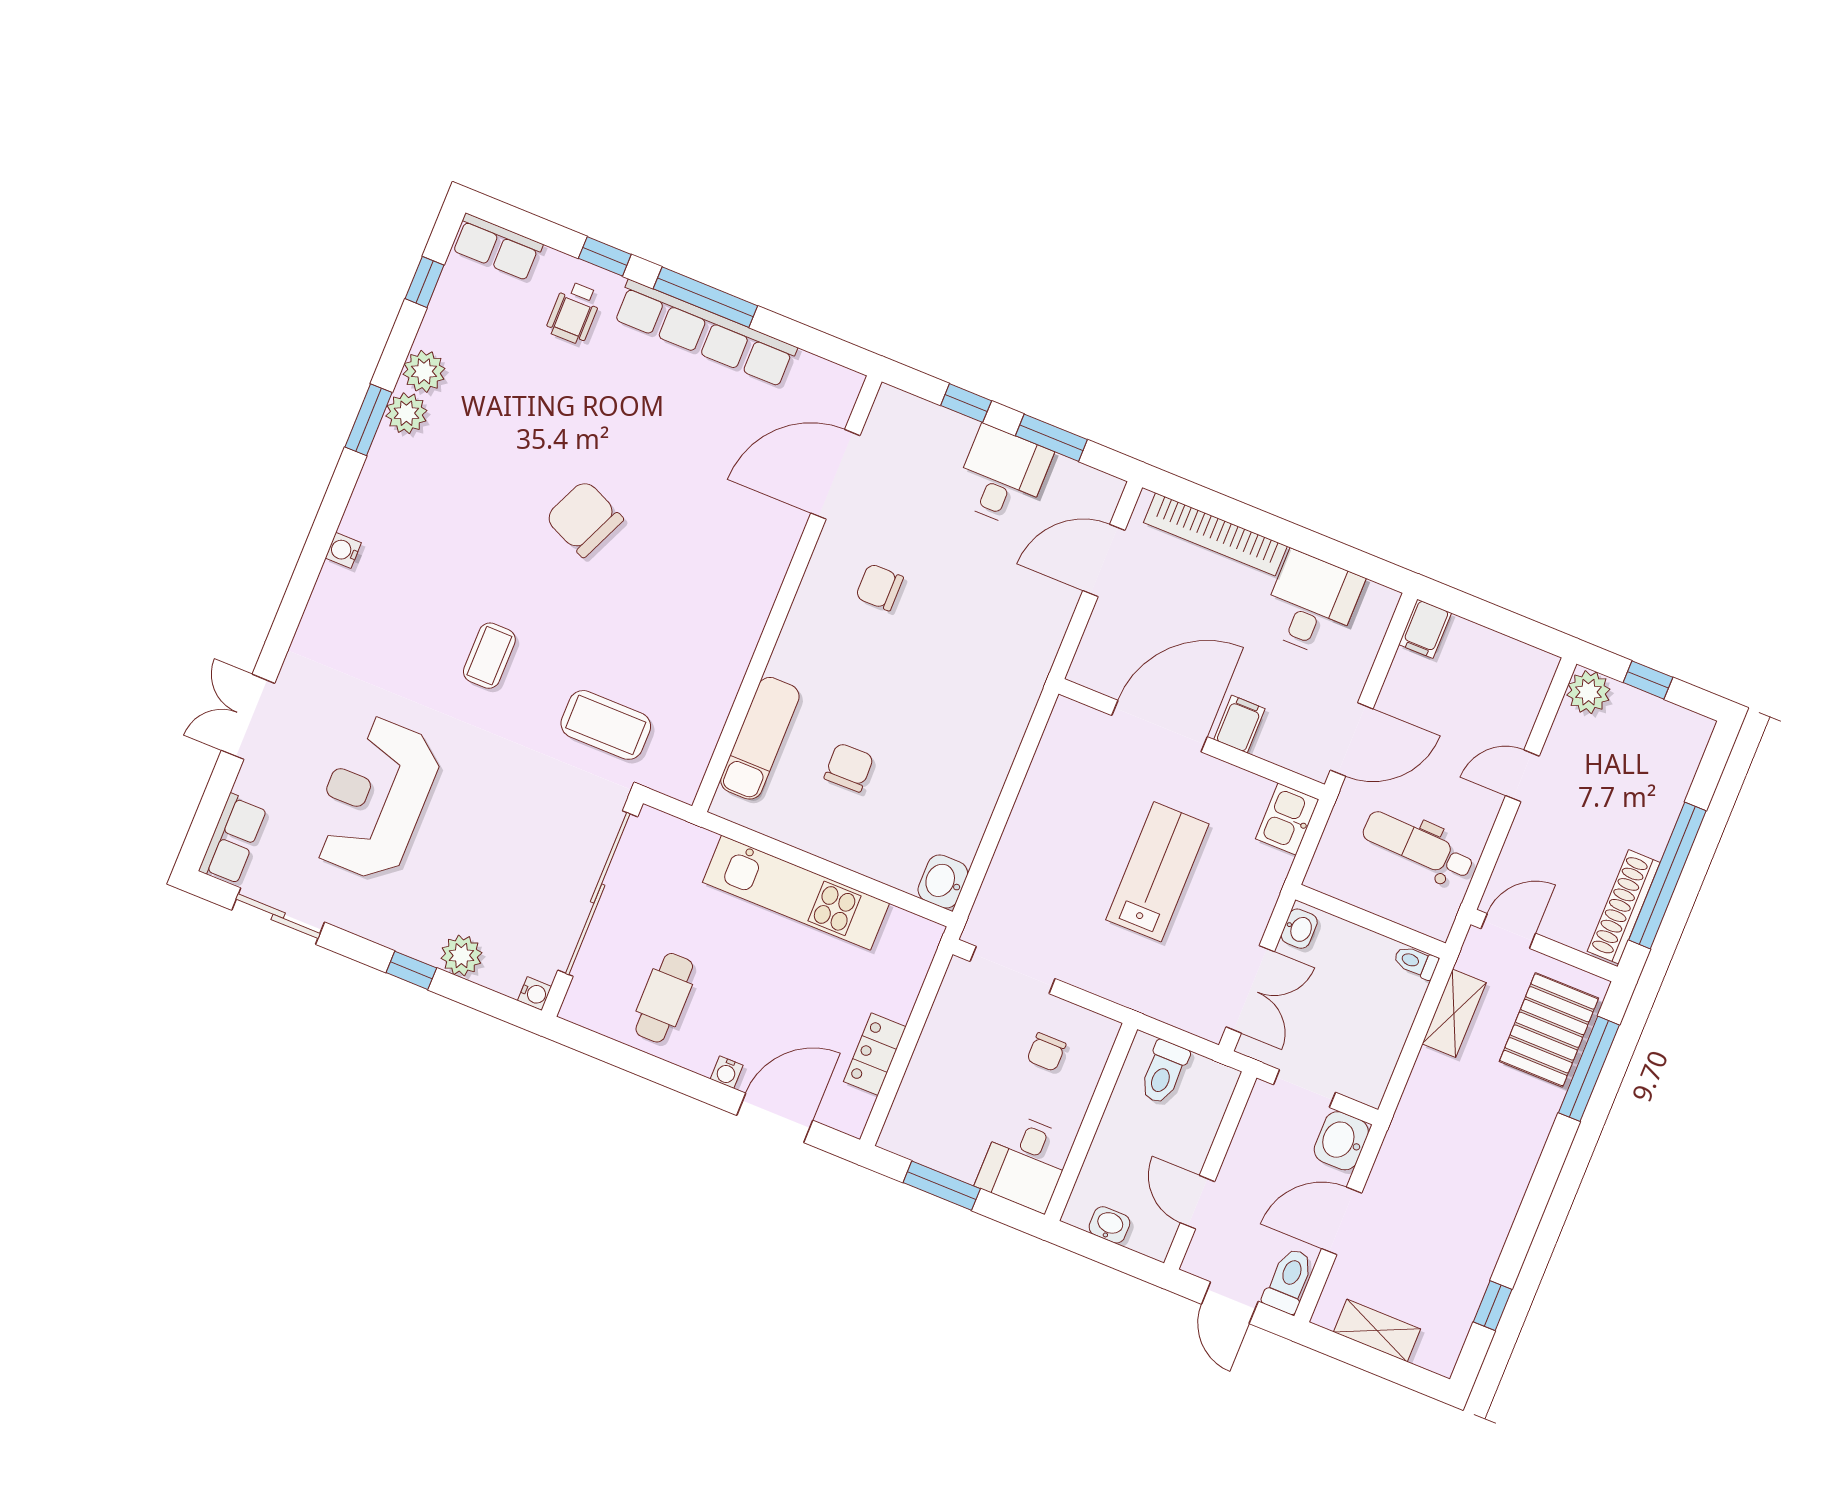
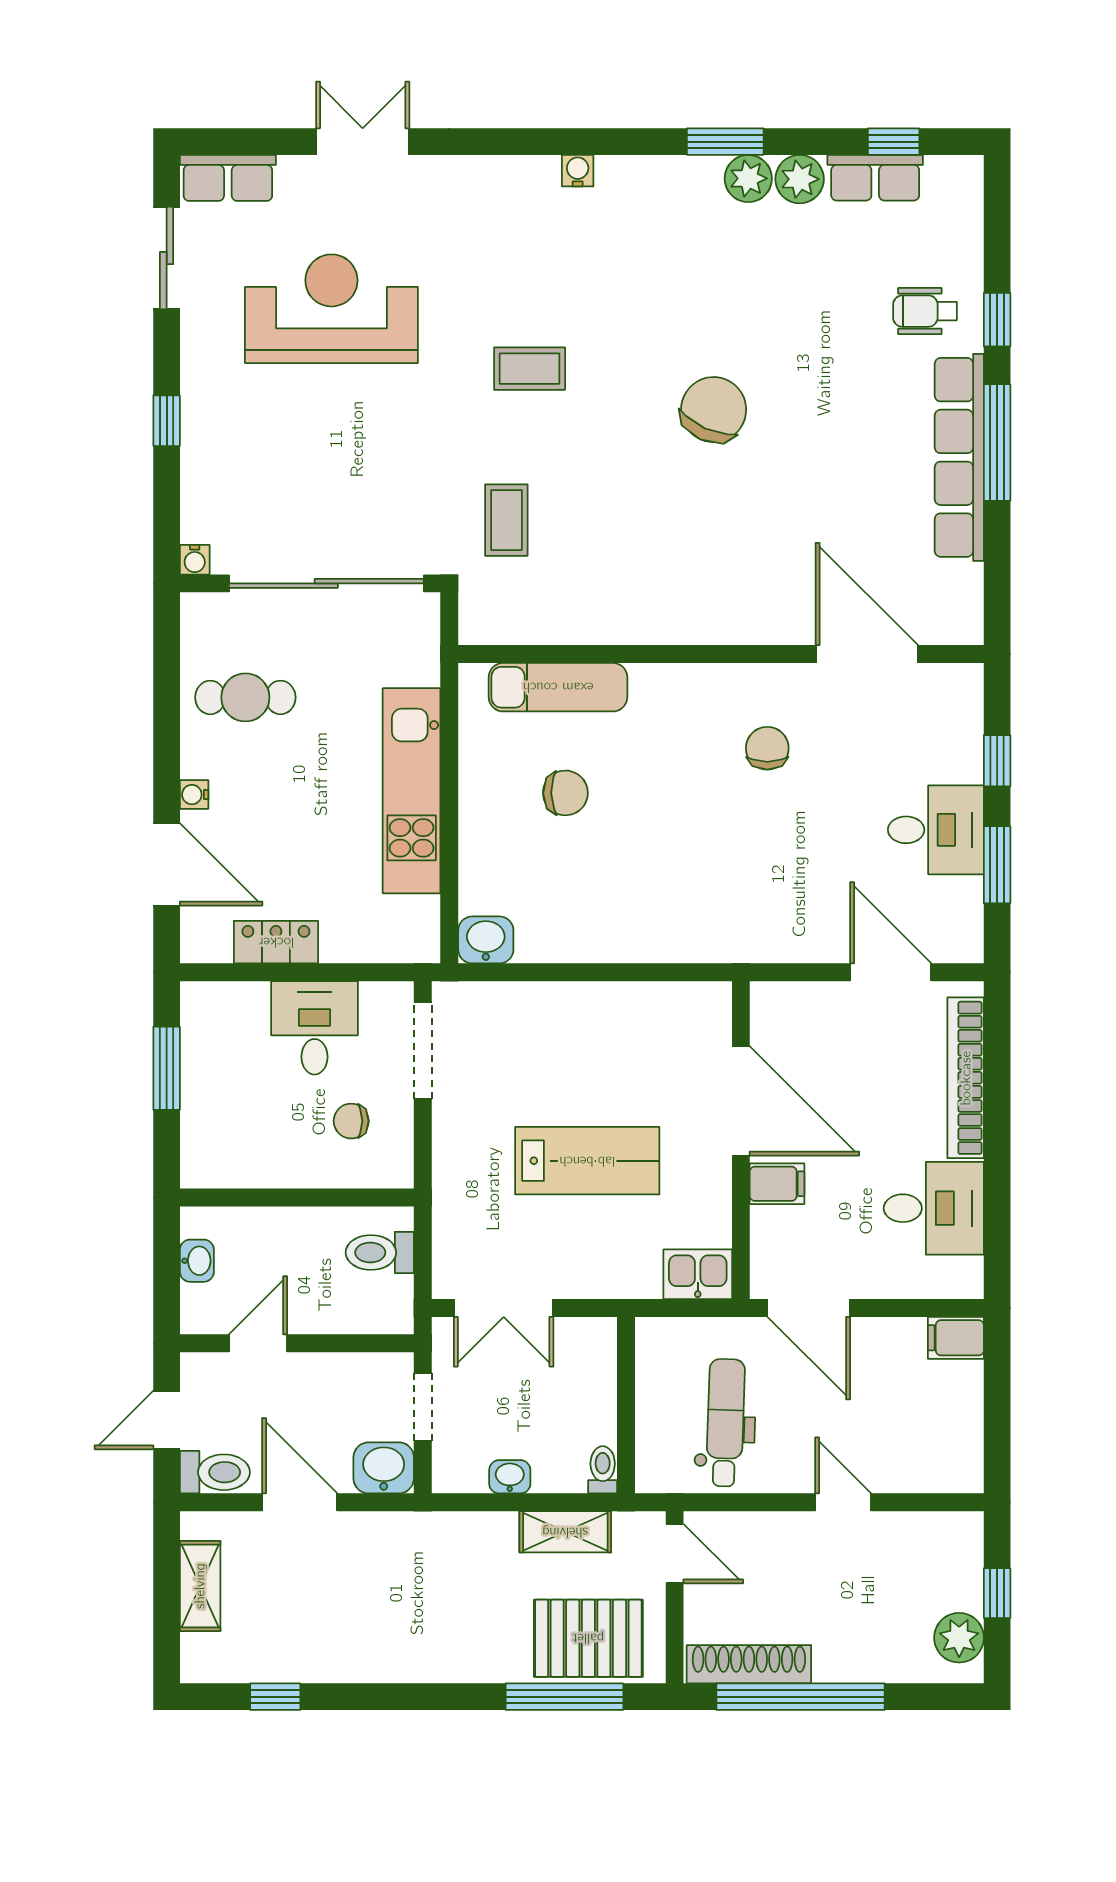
row of seats: (497, 247) -> (875, 178), moved, turned -90
plant: (1588, 692) -> (959, 1638), moved
coffee table: (606, 725) -> (506, 520), width x0.73, depth x0.77
washbasin: (1299, 929) -> (510, 1477), moved, turned 180
plant: (461, 956) -> (203, 467), removed
desk: (1025, 1162) -> (315, 1028), moved, turned 90

